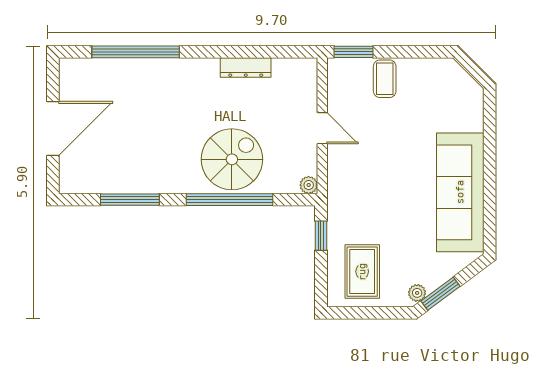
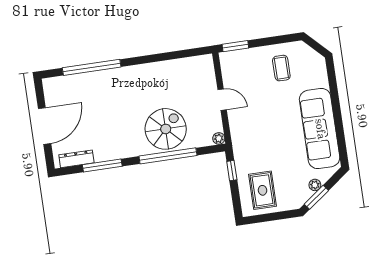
dresser: (246, 67) -> (76, 159), moved, turned 180
coffee table: (385, 79) -> (281, 68), moved
plant: (417, 293) -> (315, 185), moved

